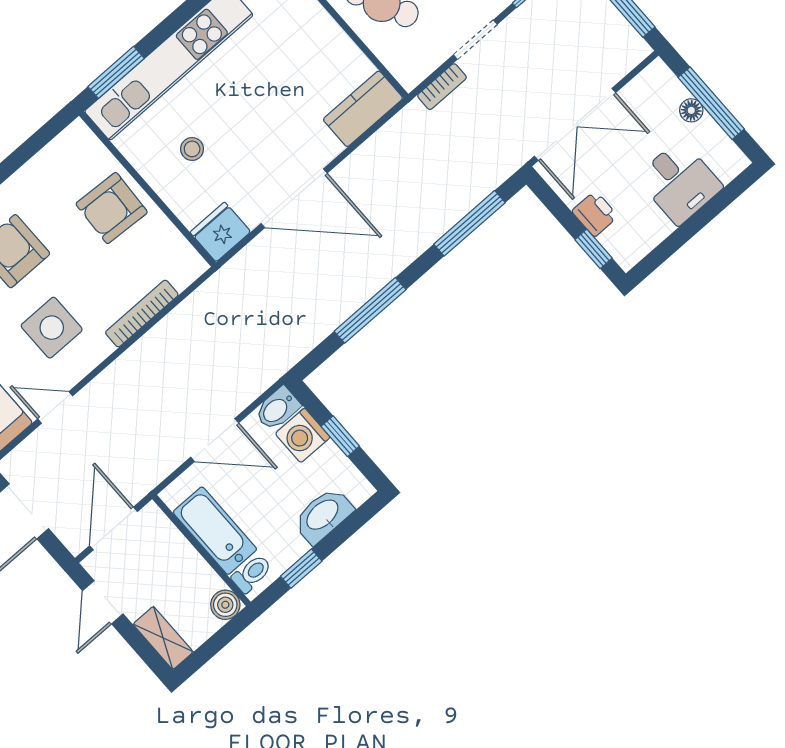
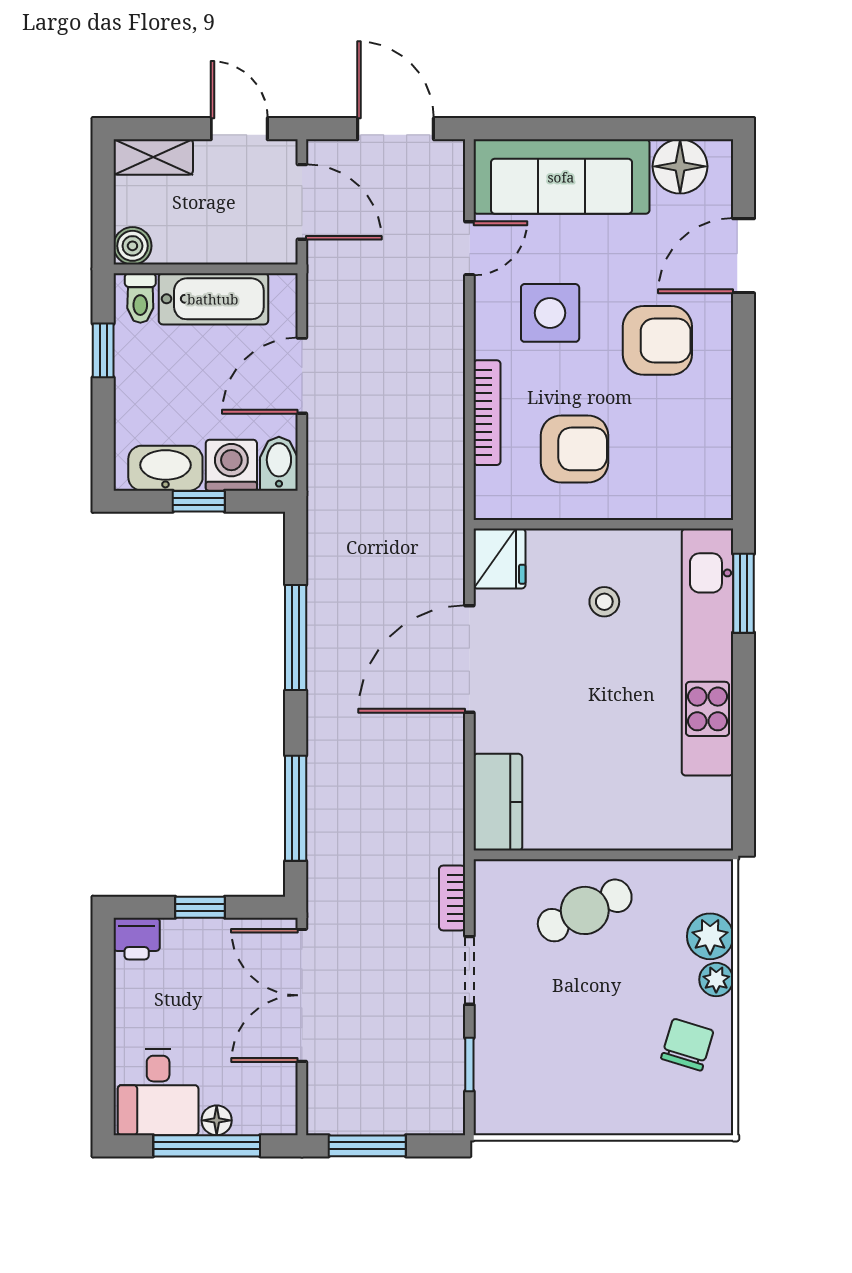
desk: (679, 182) -> (158, 1092), moved, turned -90
armchair: (112, 208) -> (575, 449), moved, turned 87
printer: (595, 214) -> (137, 939), moved
window: (594, 249) -> (200, 907), moved
washbasin: (323, 515) -> (165, 468), moved, turned -90

